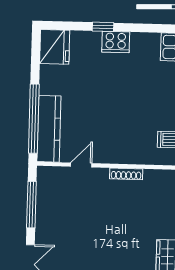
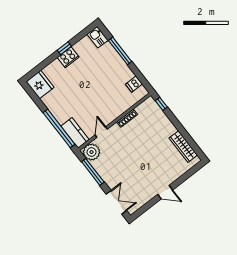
window: (103, 27) -> (64, 48), moved
kitchen counter: (49, 129) -> (75, 133), width x0.67
plant: (50, 179) -> (91, 152), added

